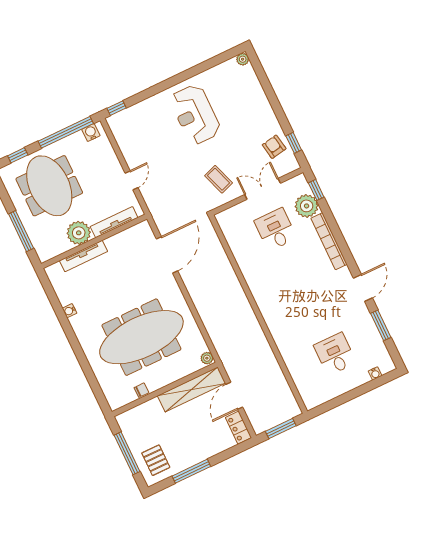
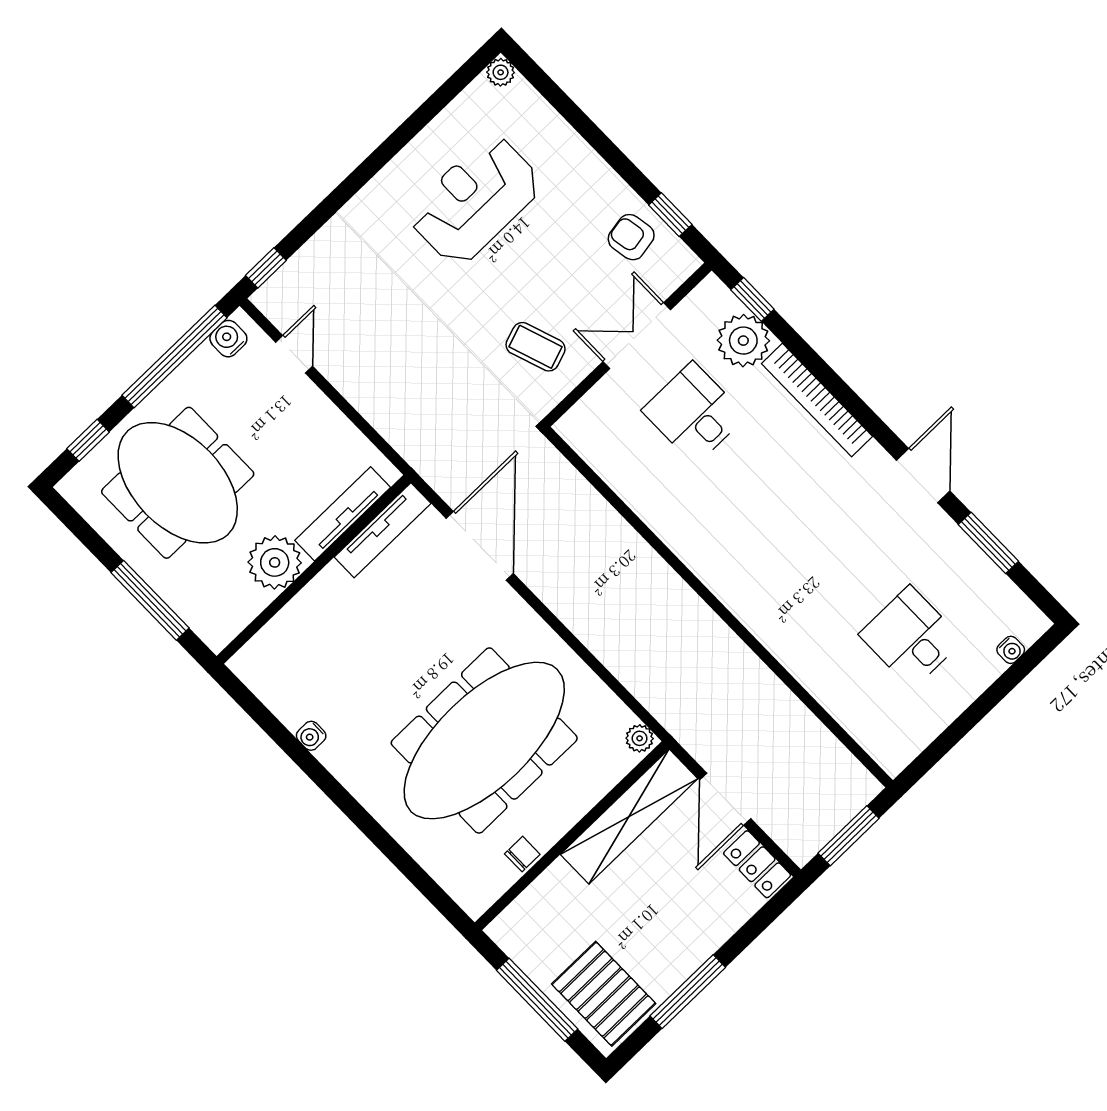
reception desk: (195, 115) -> (475, 200), moved, turned 90
door: (131, 180) -> (294, 354), moved
tv unit: (84, 256) -> (383, 530), moved
pallet: (156, 460) -> (604, 994), width x1.50, depth x1.42

